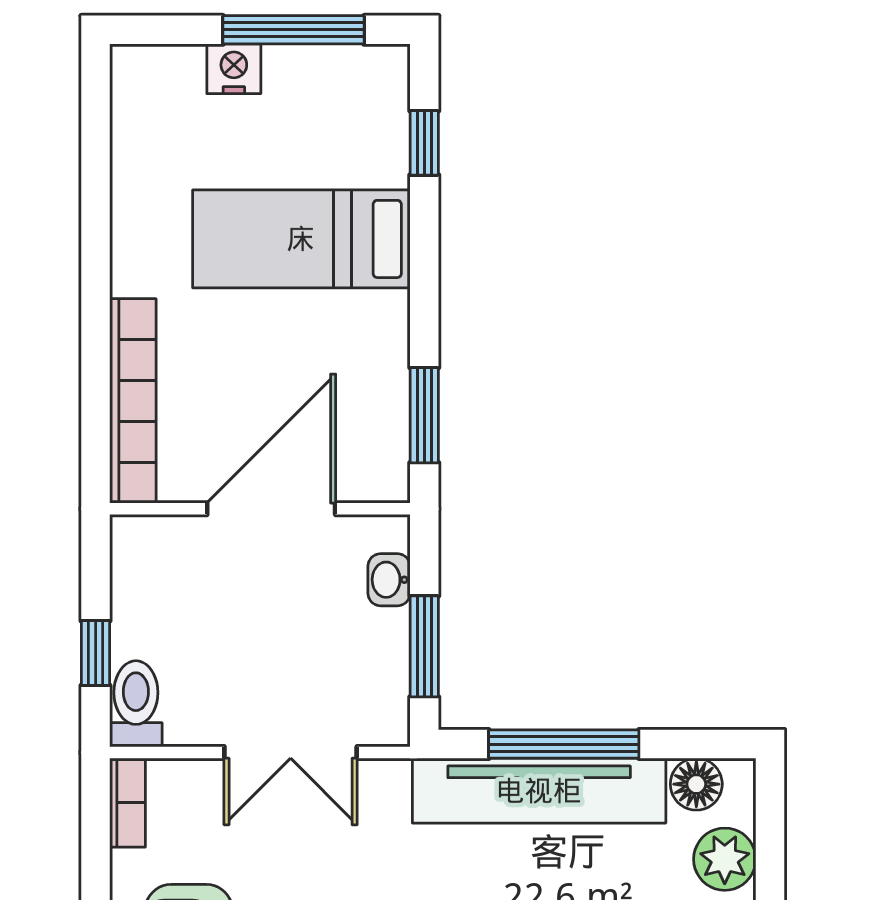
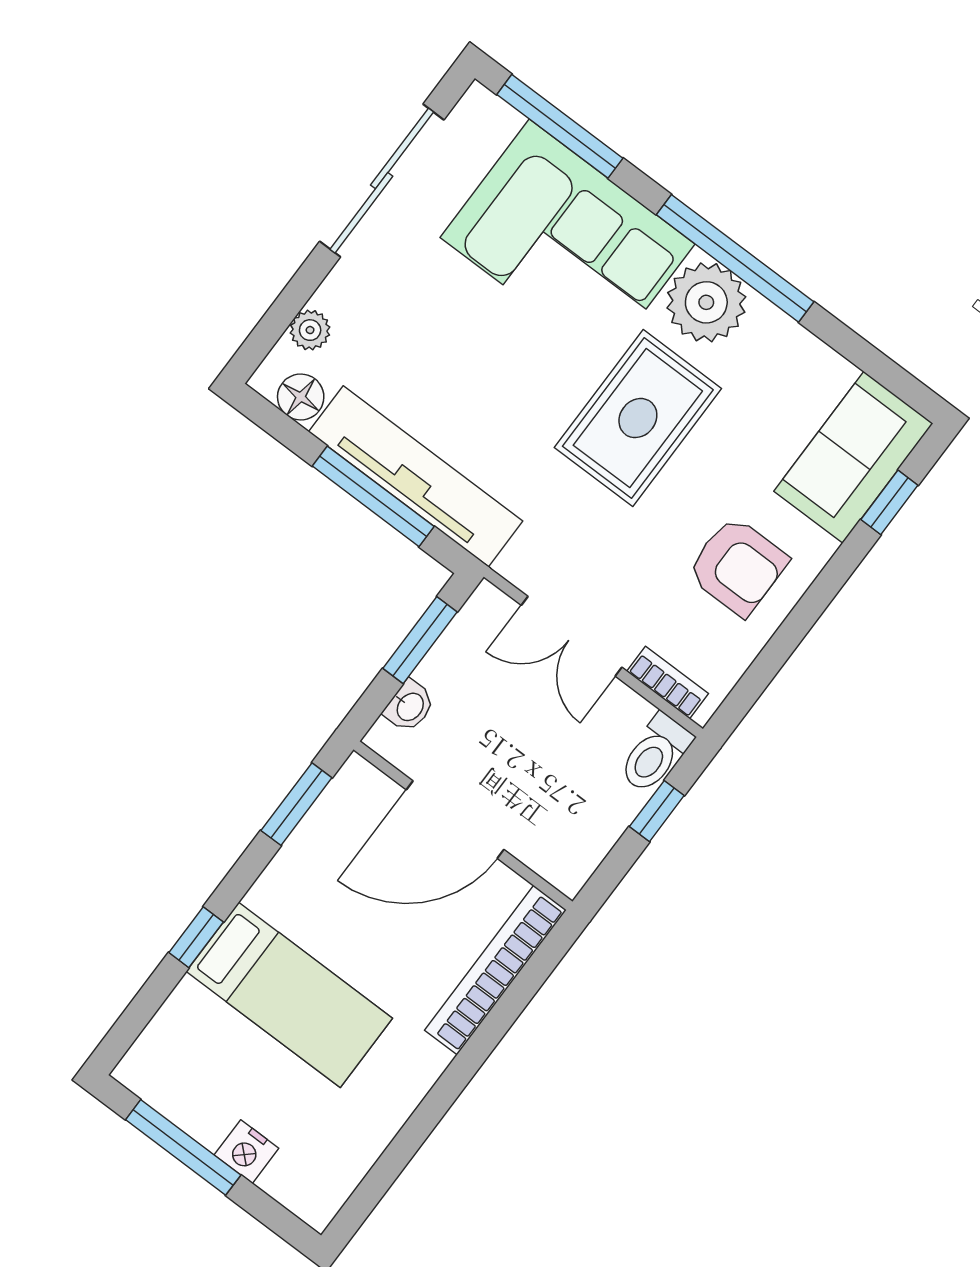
window: (424, 143) -> (196, 937), moved
double door: (291, 753) -> (572, 636), swing flipped
bookcase: (127, 803) -> (668, 683), moved, turned 90
plant: (725, 859) -> (310, 330), width x0.73, depth x0.73

